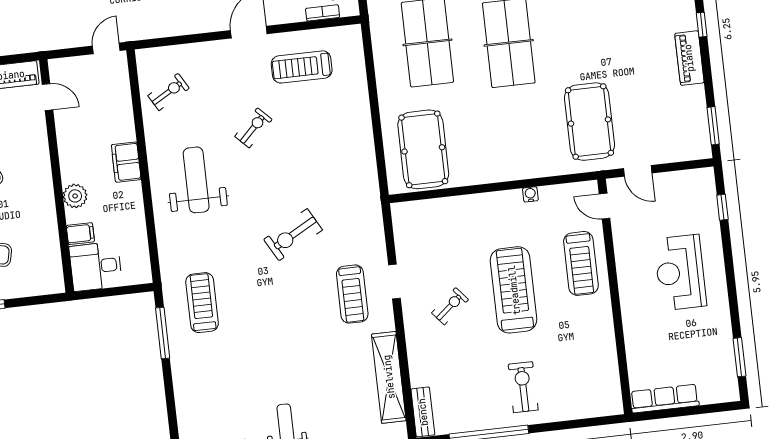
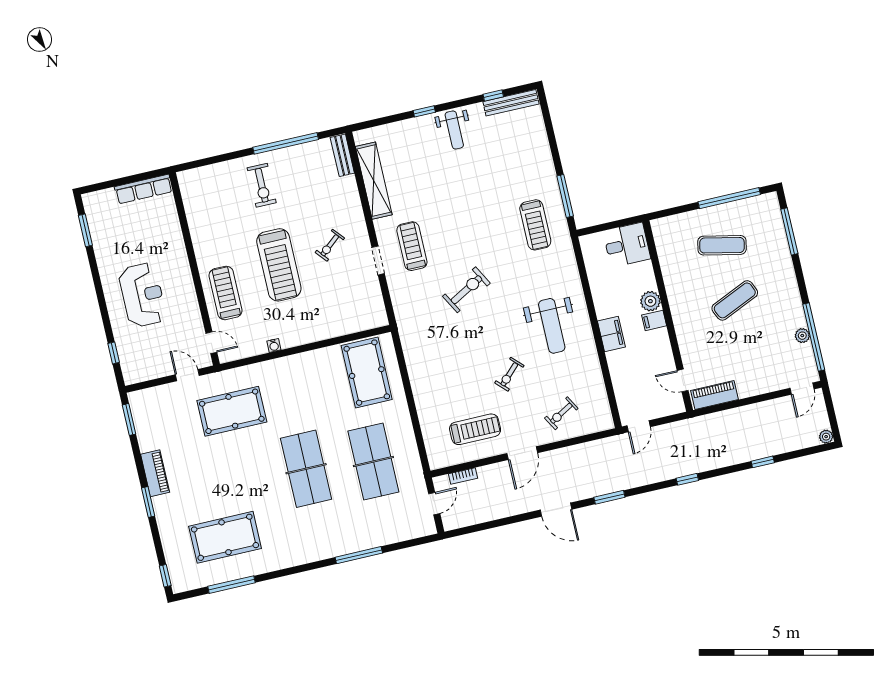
window: (702, 25) -> (148, 502), width x1.50
exercise bike: (168, 92) -> (561, 413), moved
pool table: (589, 122) -> (232, 411), turned 90
filing cabinet: (80, 234) -> (654, 320), moved

